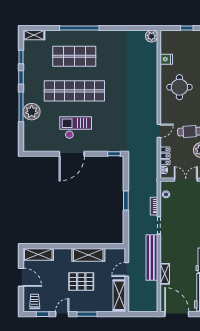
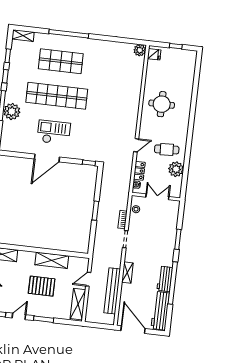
fridge: (166, 59) -> (154, 54), moved
bench: (152, 258) -> (112, 291), moved
shelving: (165, 274) -> (127, 273), moved

